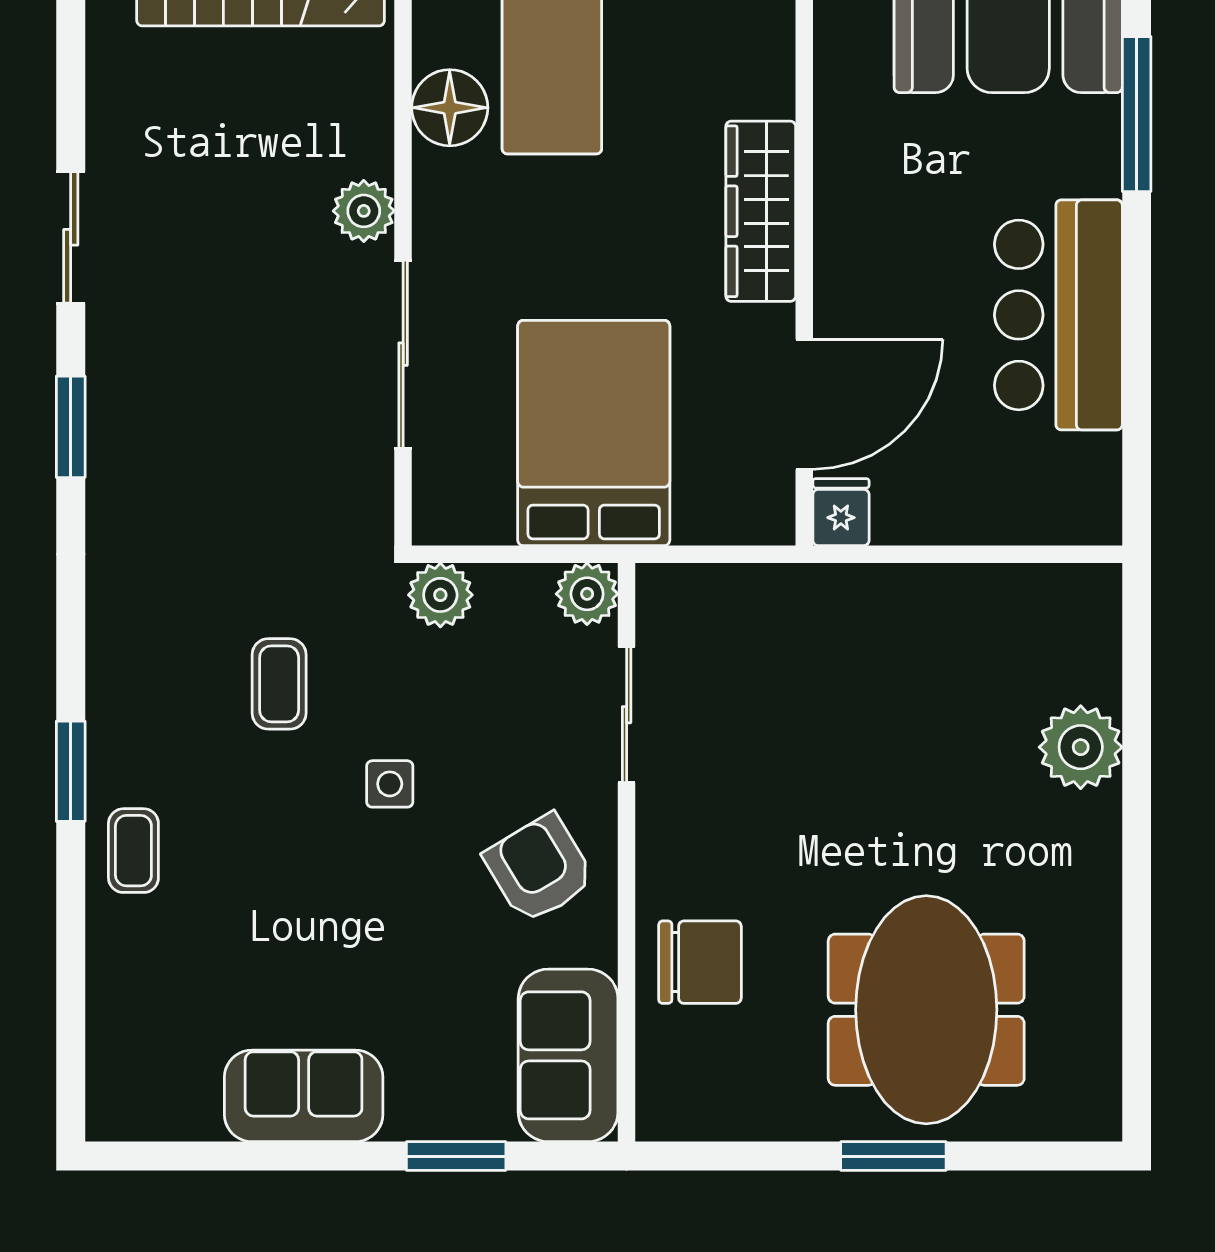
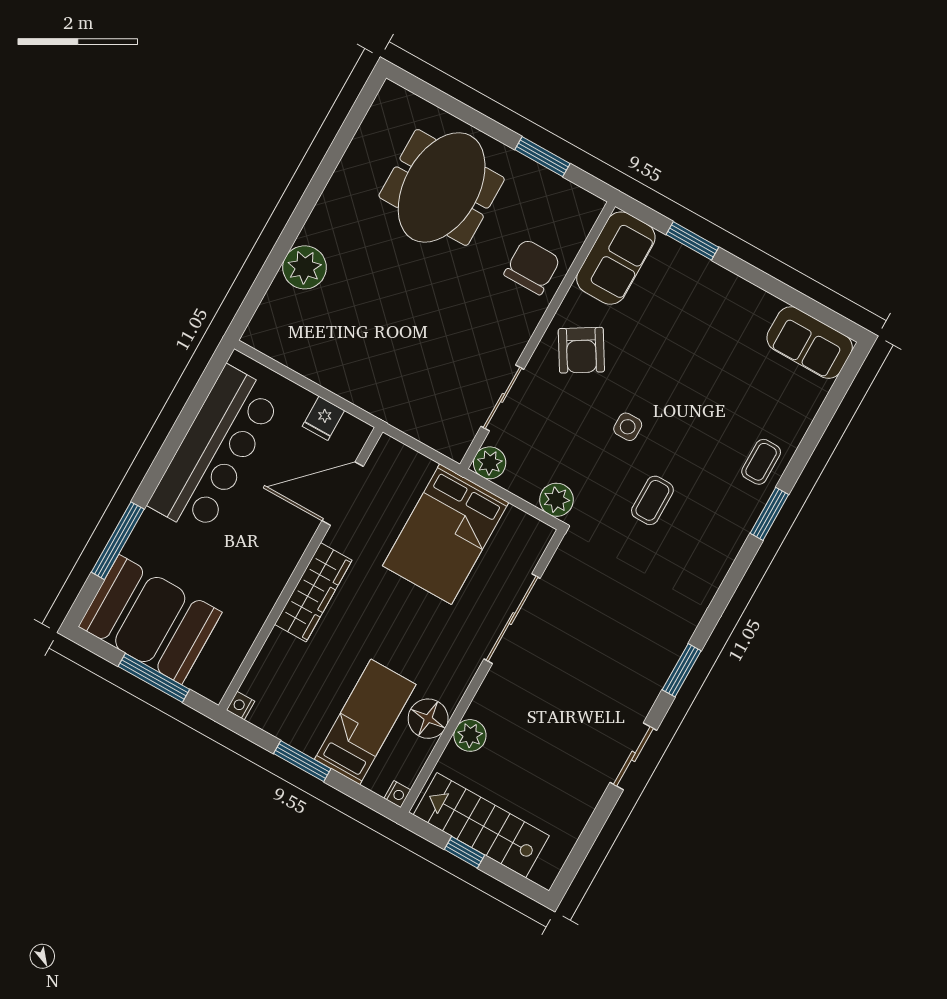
plant: (364, 211) -> (470, 735), moved
bar counter: (1058, 315) -> (215, 450), width x1.36
fridge: (841, 512) -> (323, 418), moved
chair: (700, 962) -> (532, 267), turned 90
sofa: (304, 1096) -> (810, 343), moved
window: (893, 1156) -> (542, 157), moved

